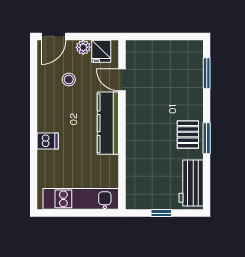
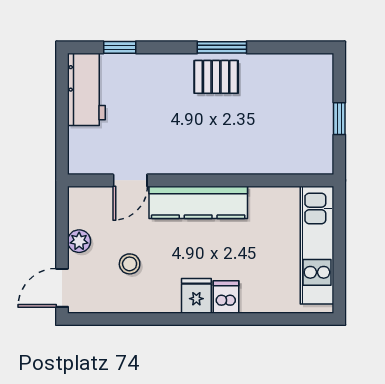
door: (54, 36) -> (62, 288), swing flipped
fridge: (101, 51) -> (196, 296), moved, turned -90
window: (207, 73) -> (120, 47), width x0.67
workbench: (191, 183) -> (86, 89), moved, turned -90

